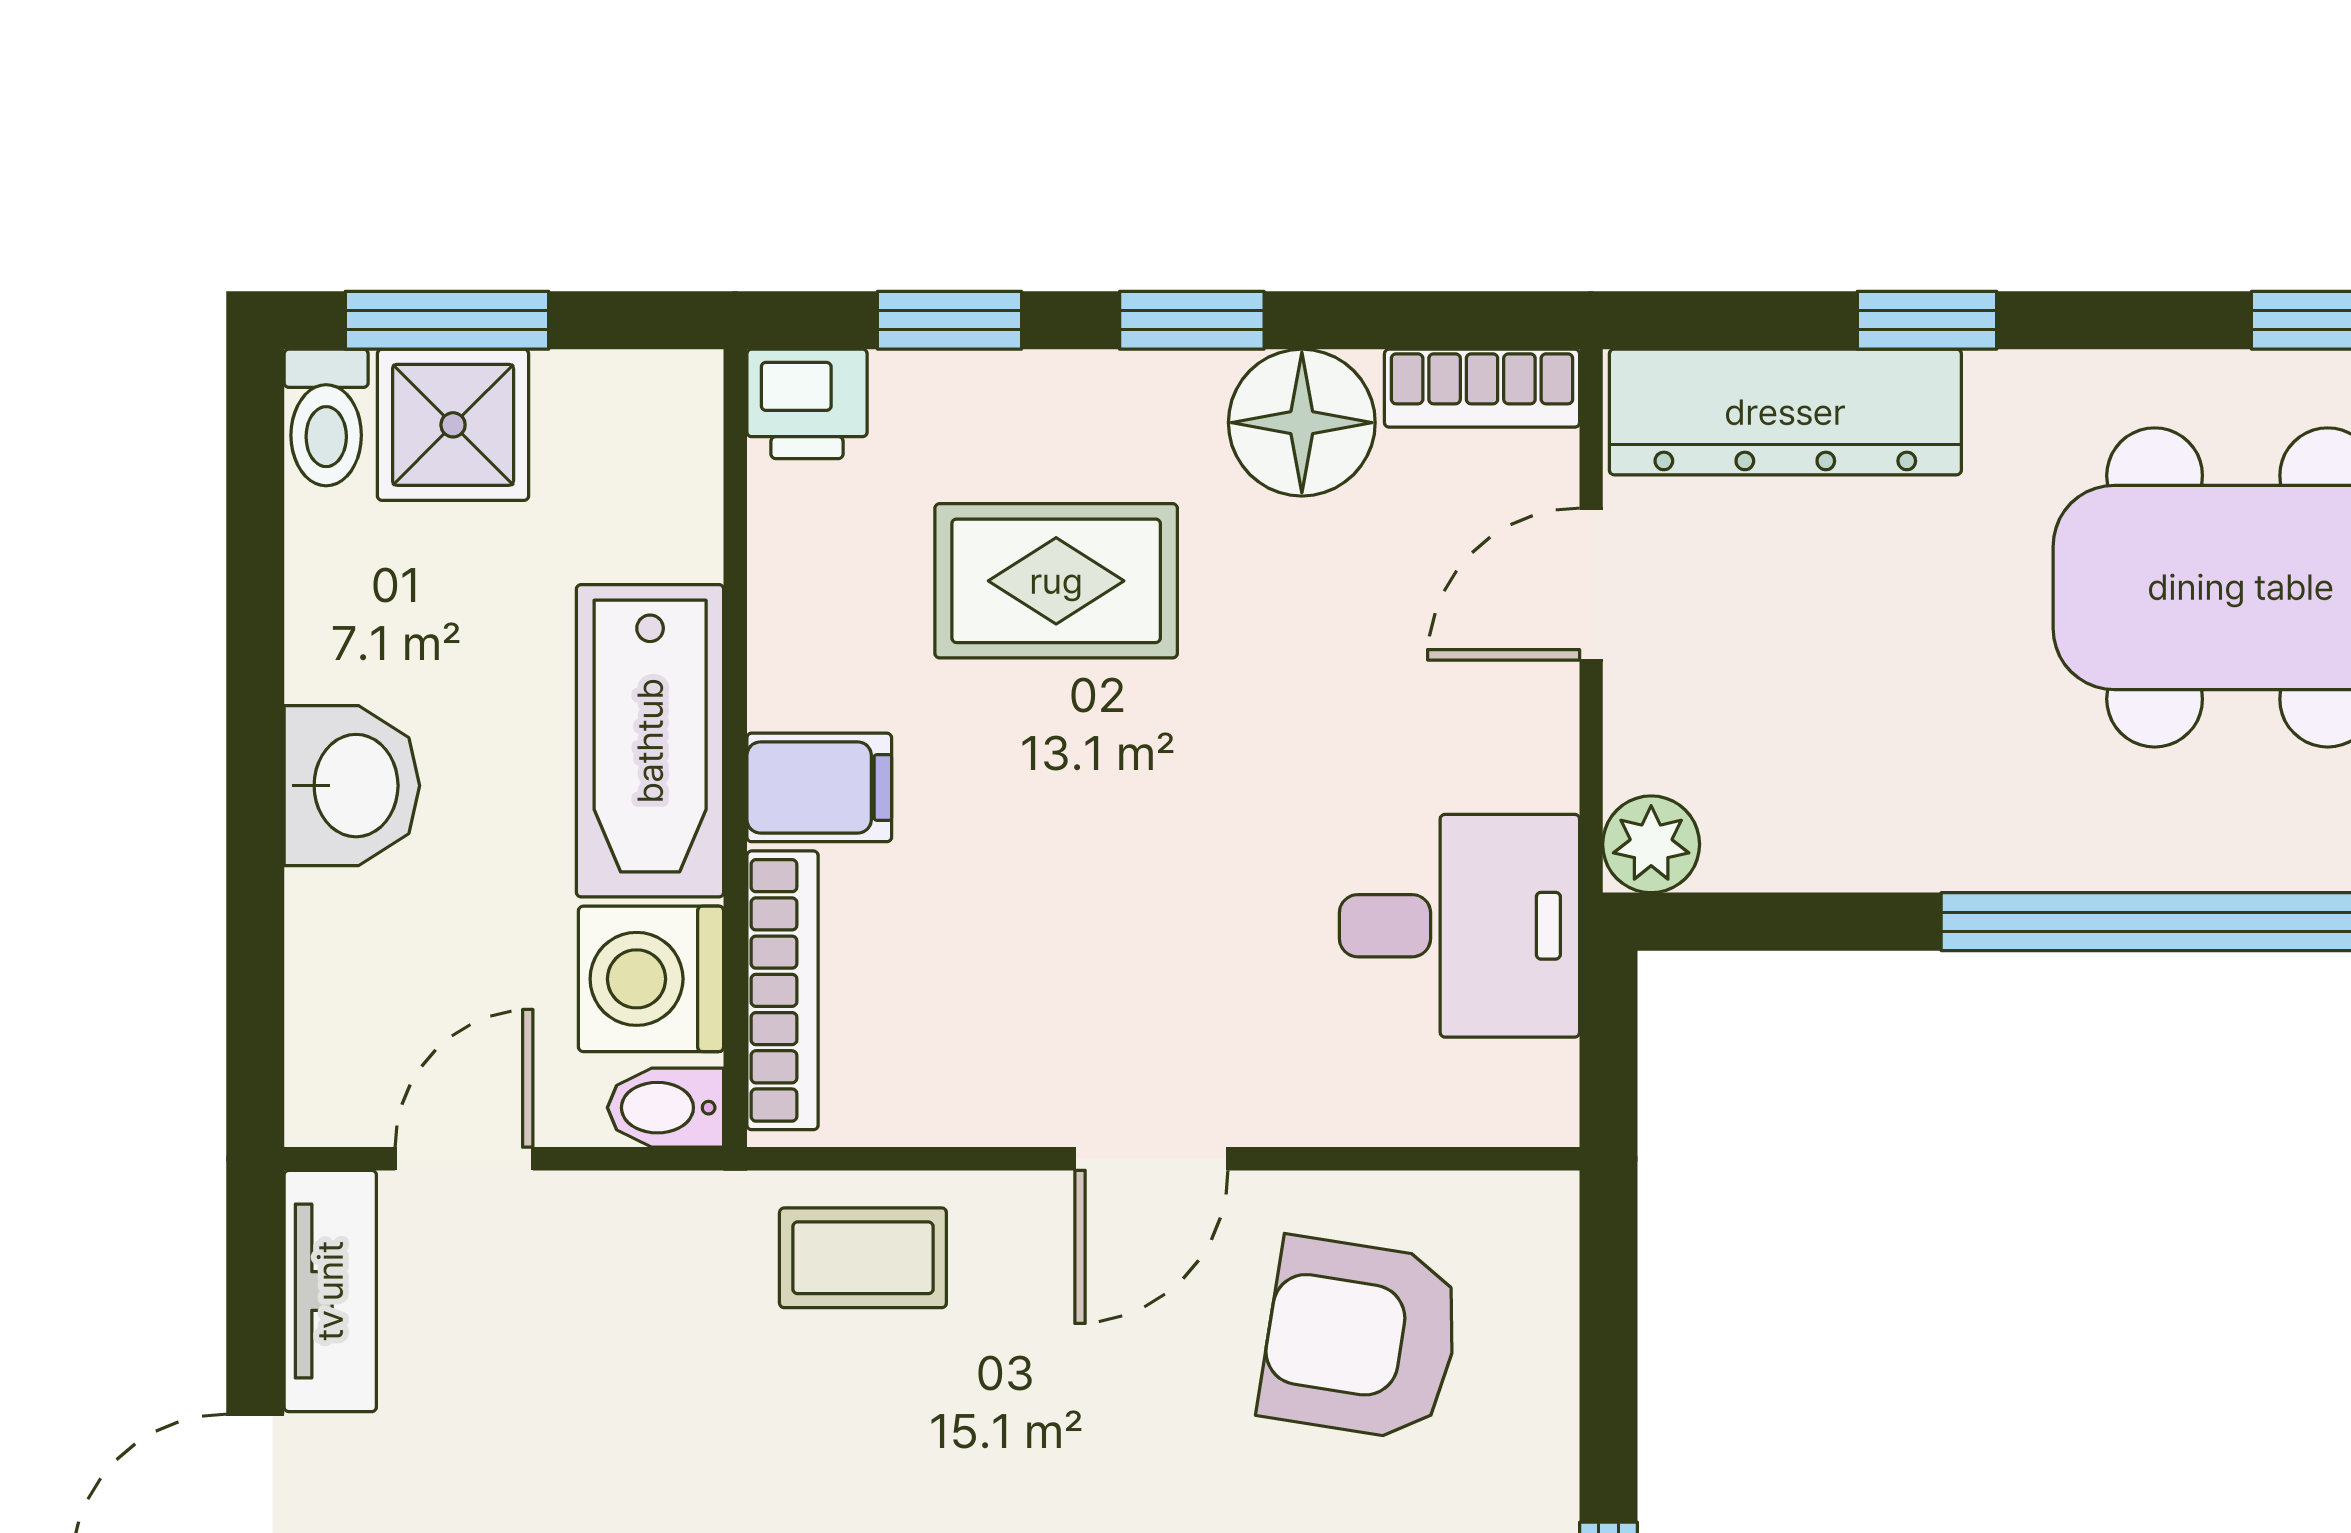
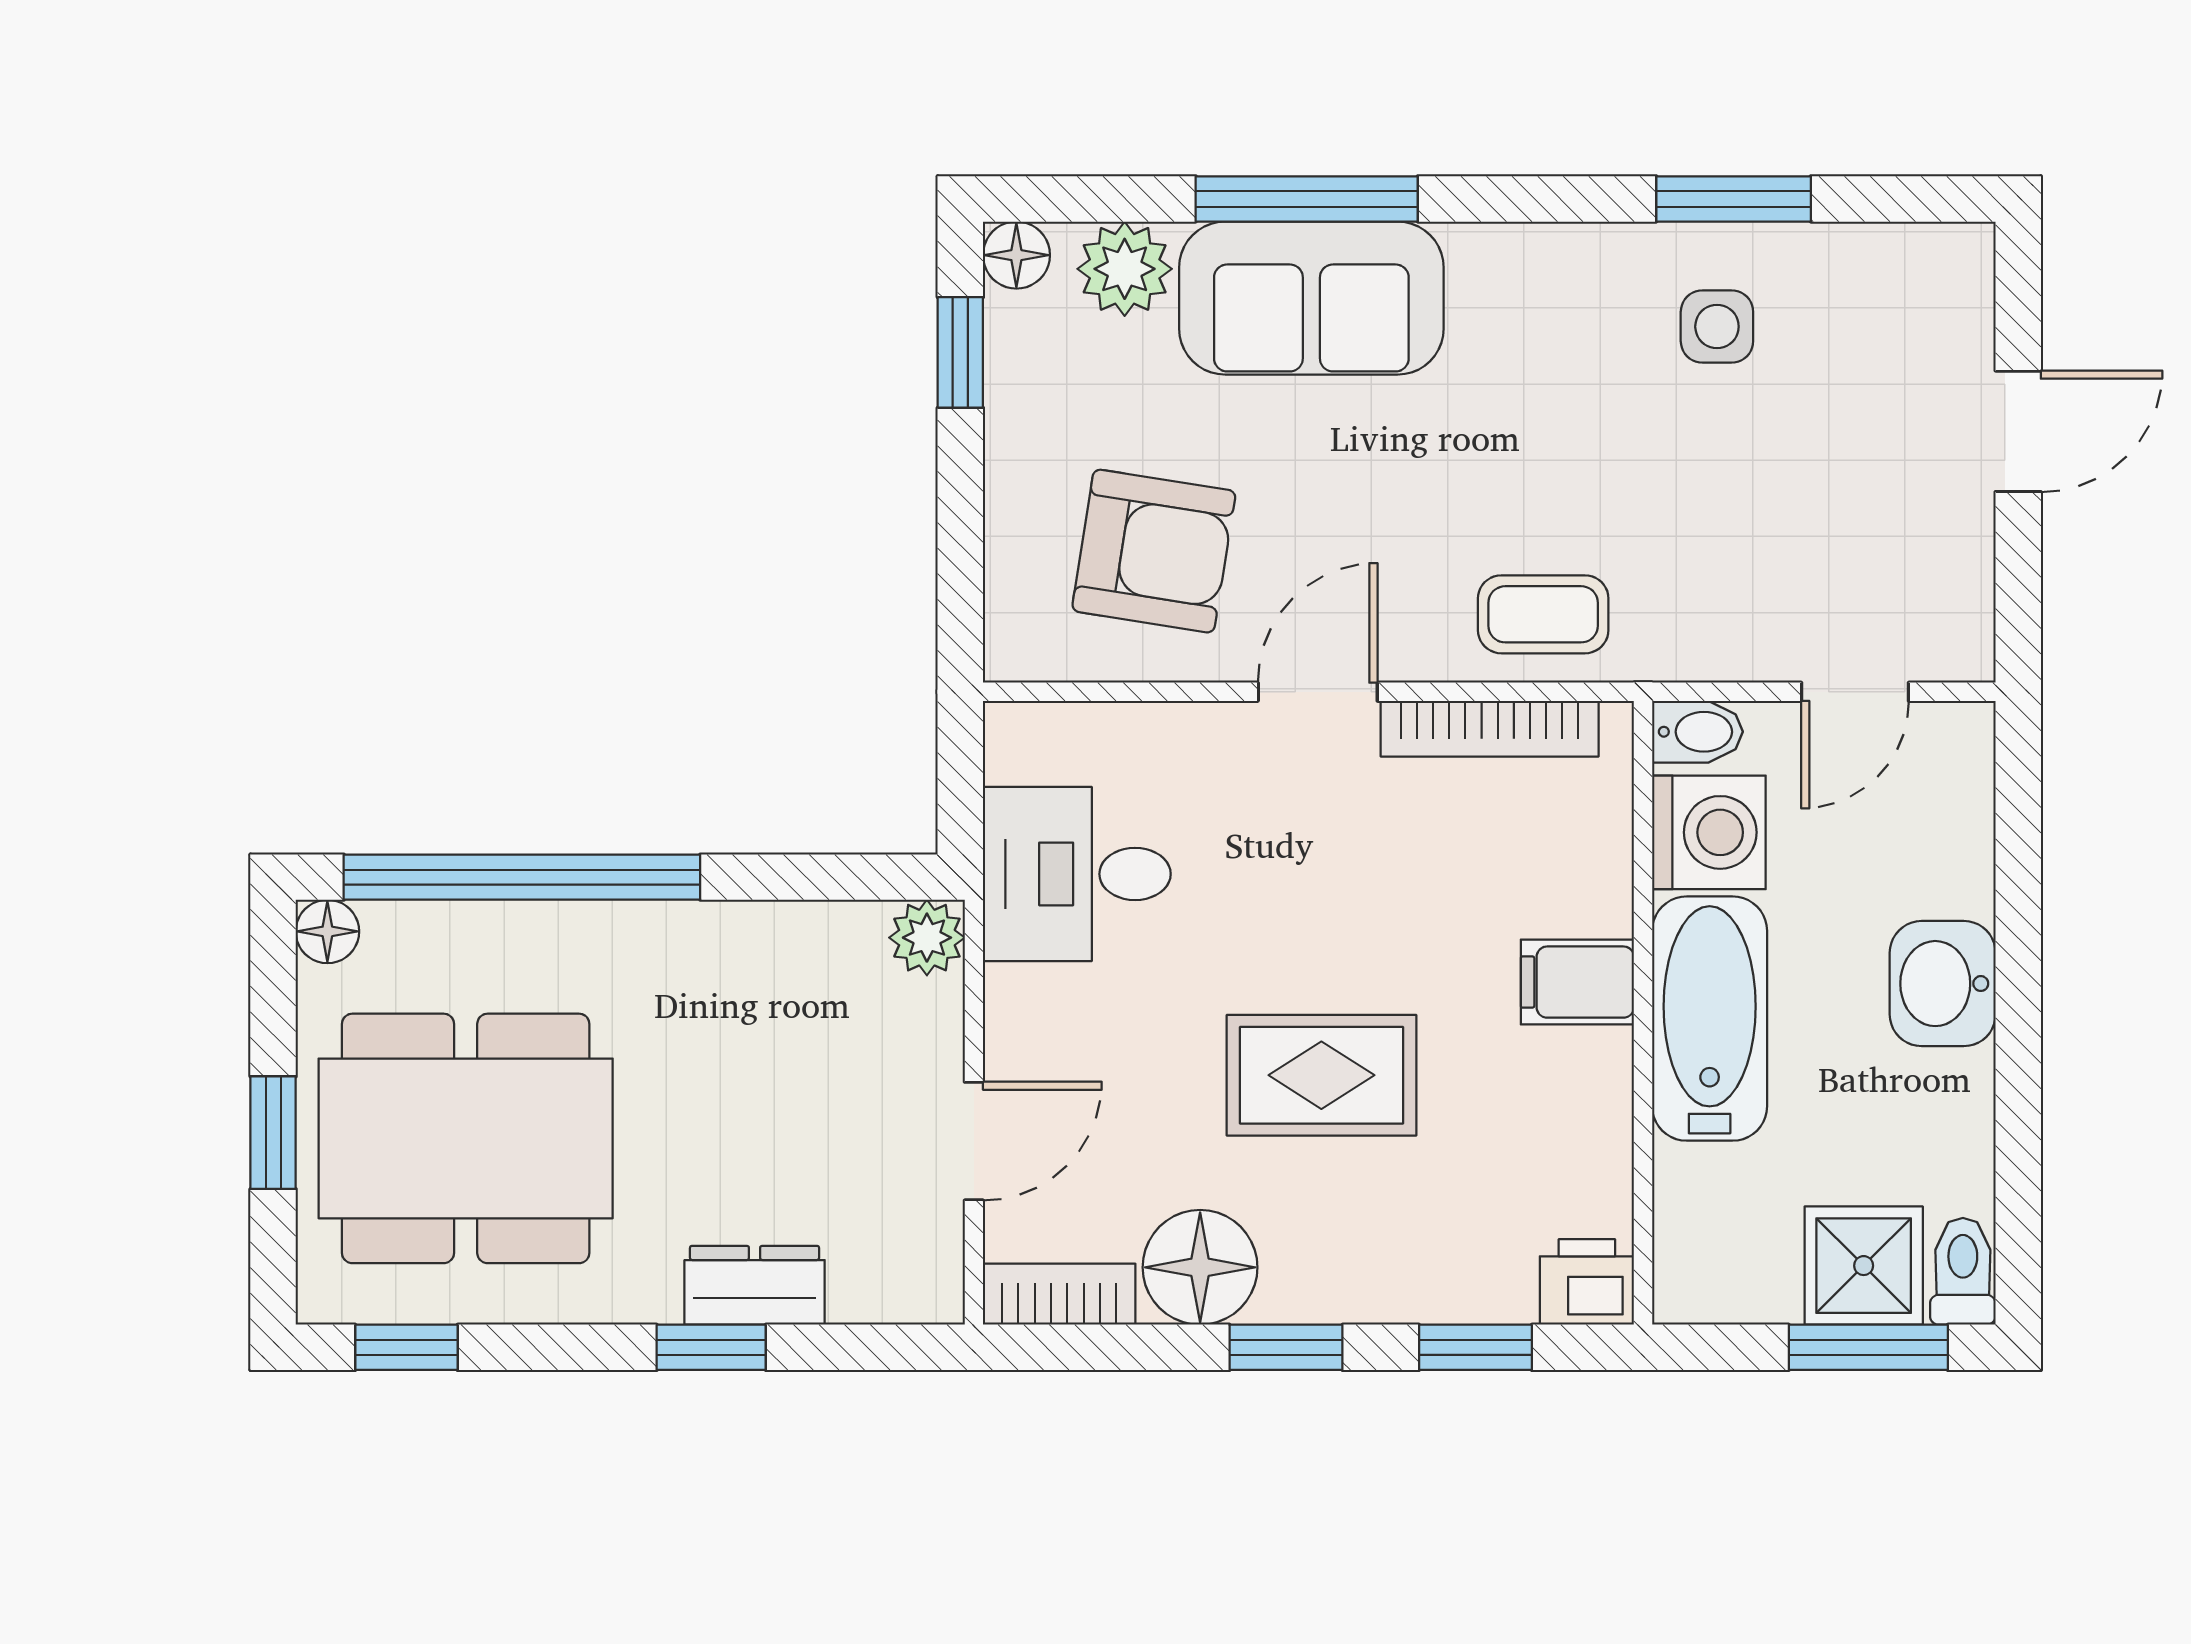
dresser: (1785, 412) -> (755, 1285), width x0.51, depth x0.80
rug: (1056, 581) -> (1321, 1075), moved
bookcase: (783, 990) -> (1490, 729), moved, turned -90
tv unit: (330, 1291) -> (1960, 588), removed

